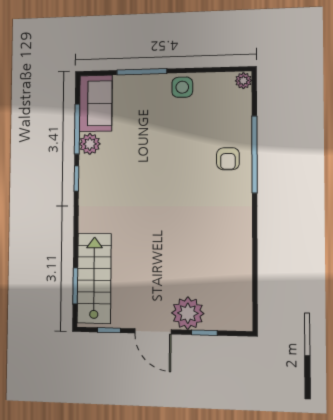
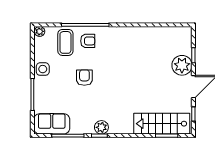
coffee table: (225, 123) -> (65, 42), added
plant: (90, 144) -> (101, 127), moved
armchair: (168, 154) -> (84, 78), added

